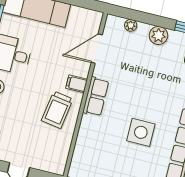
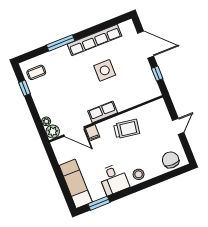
plant: (158, 35) -> (53, 132), moved
filing cabinet: (77, 84) -> (93, 133), moved

